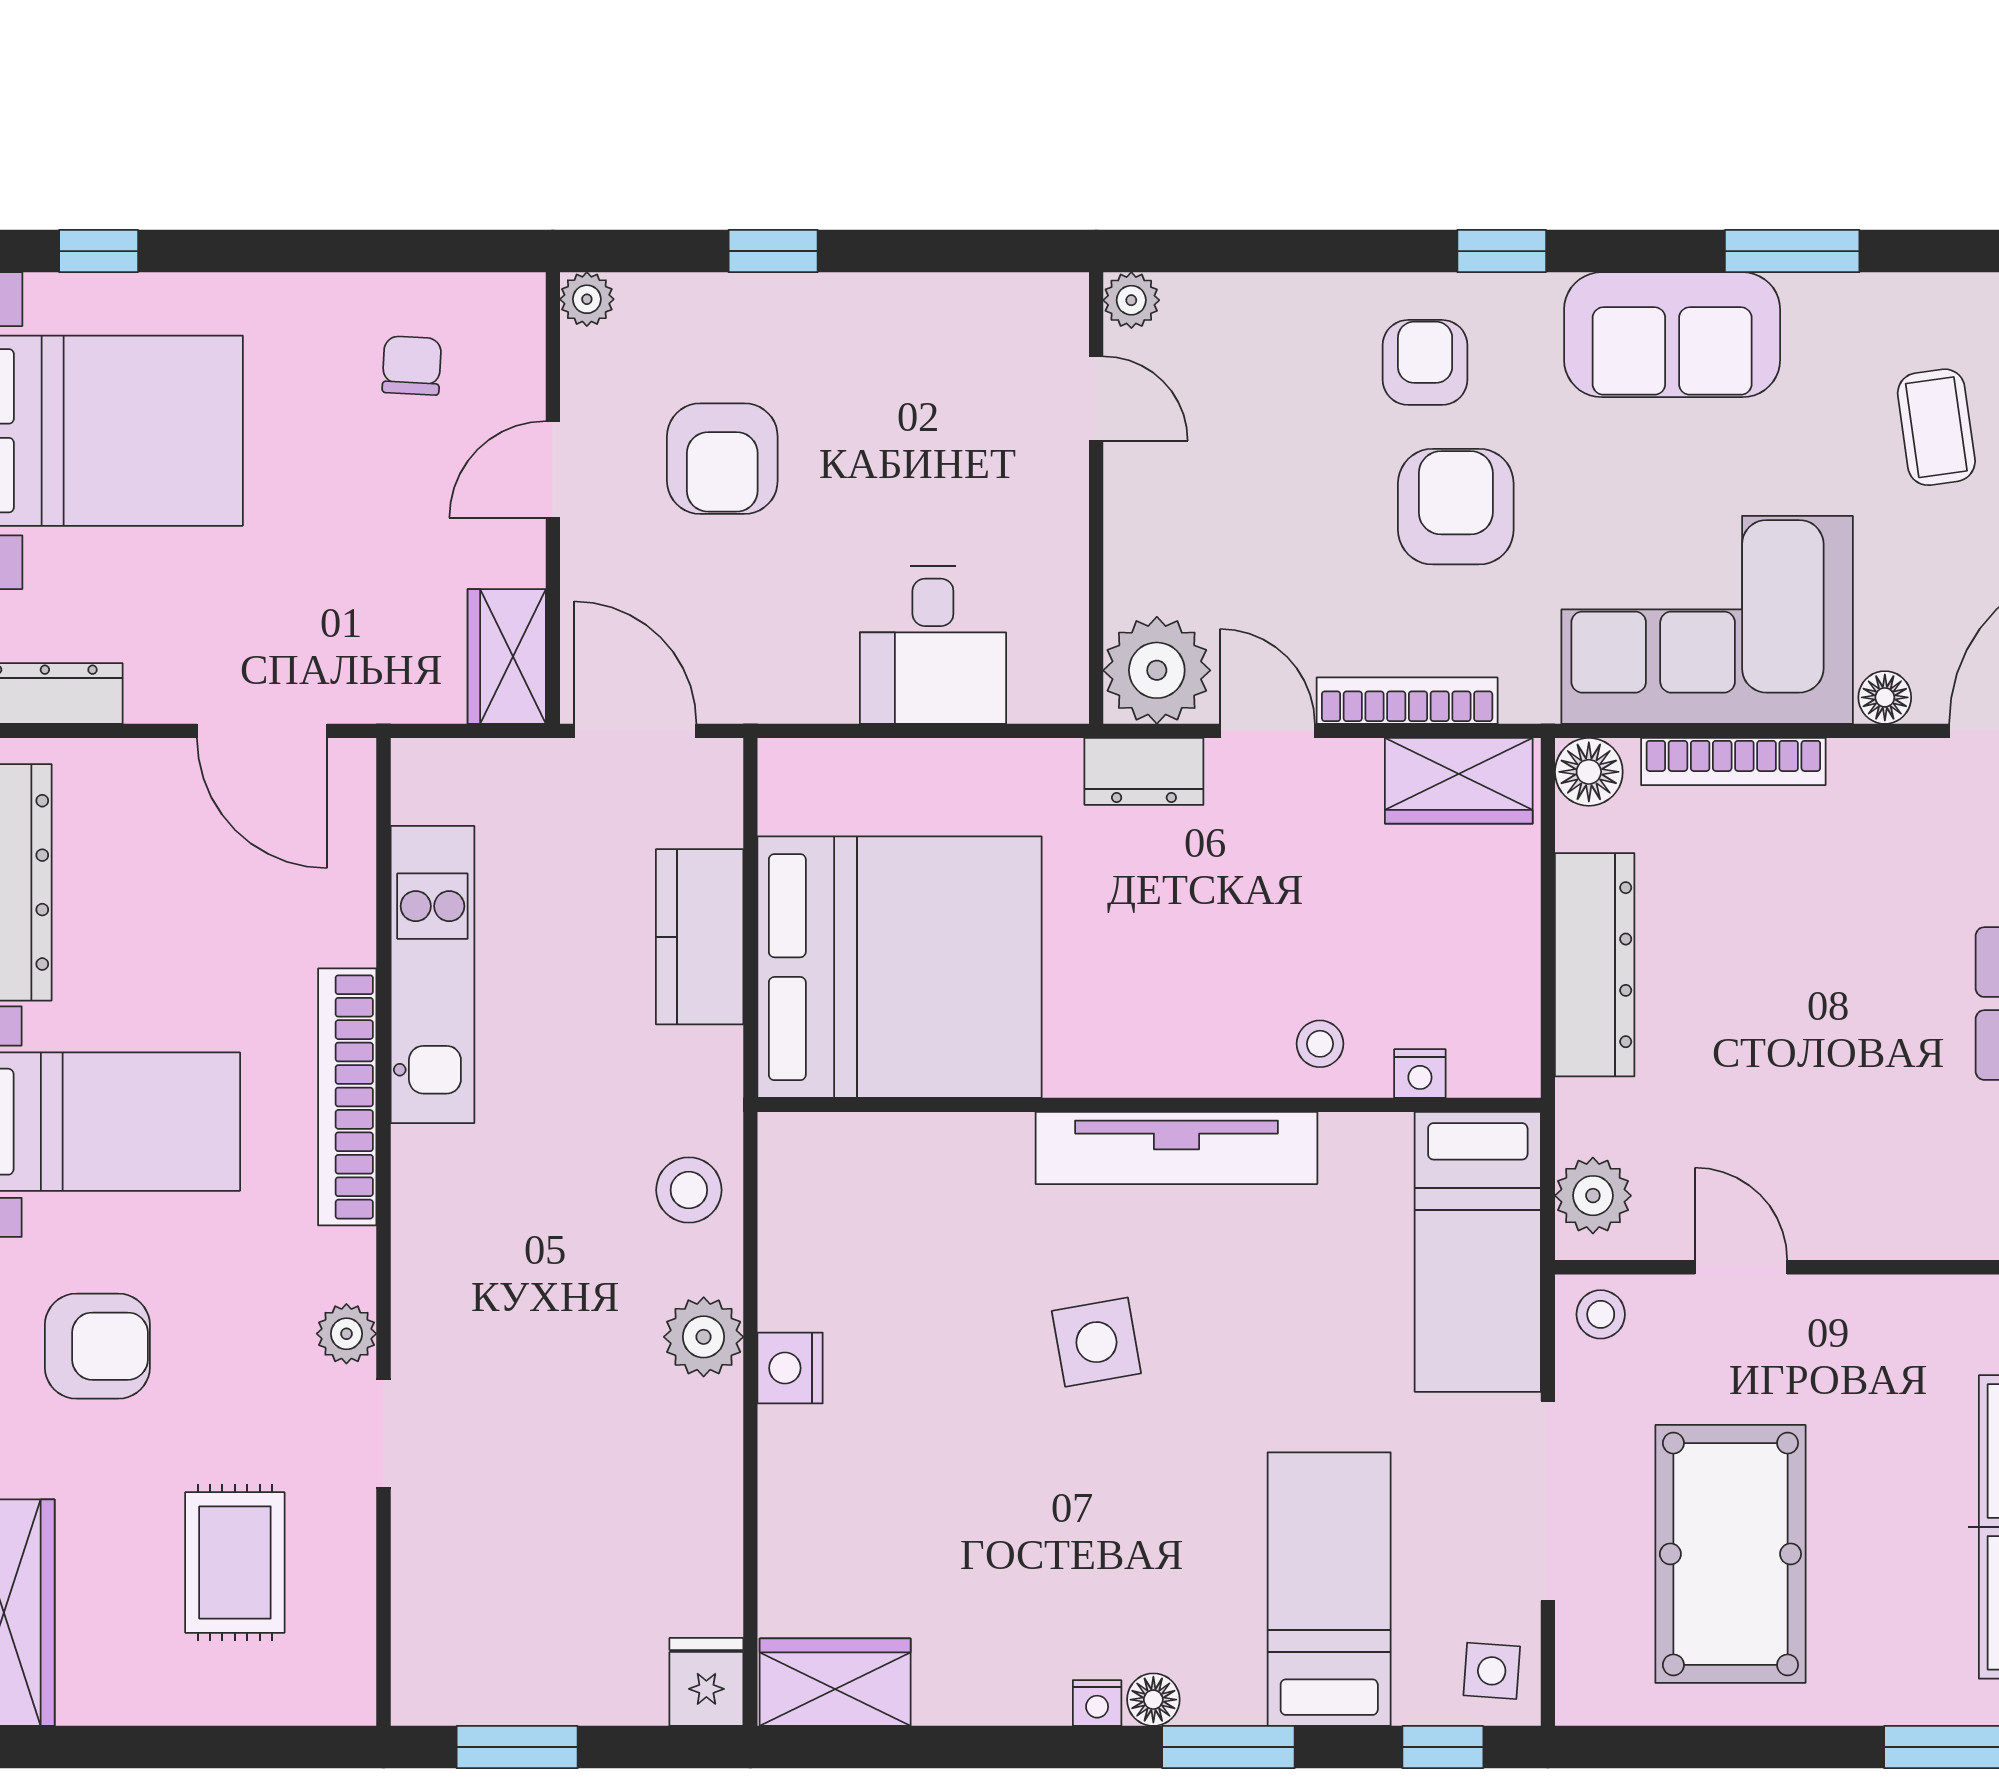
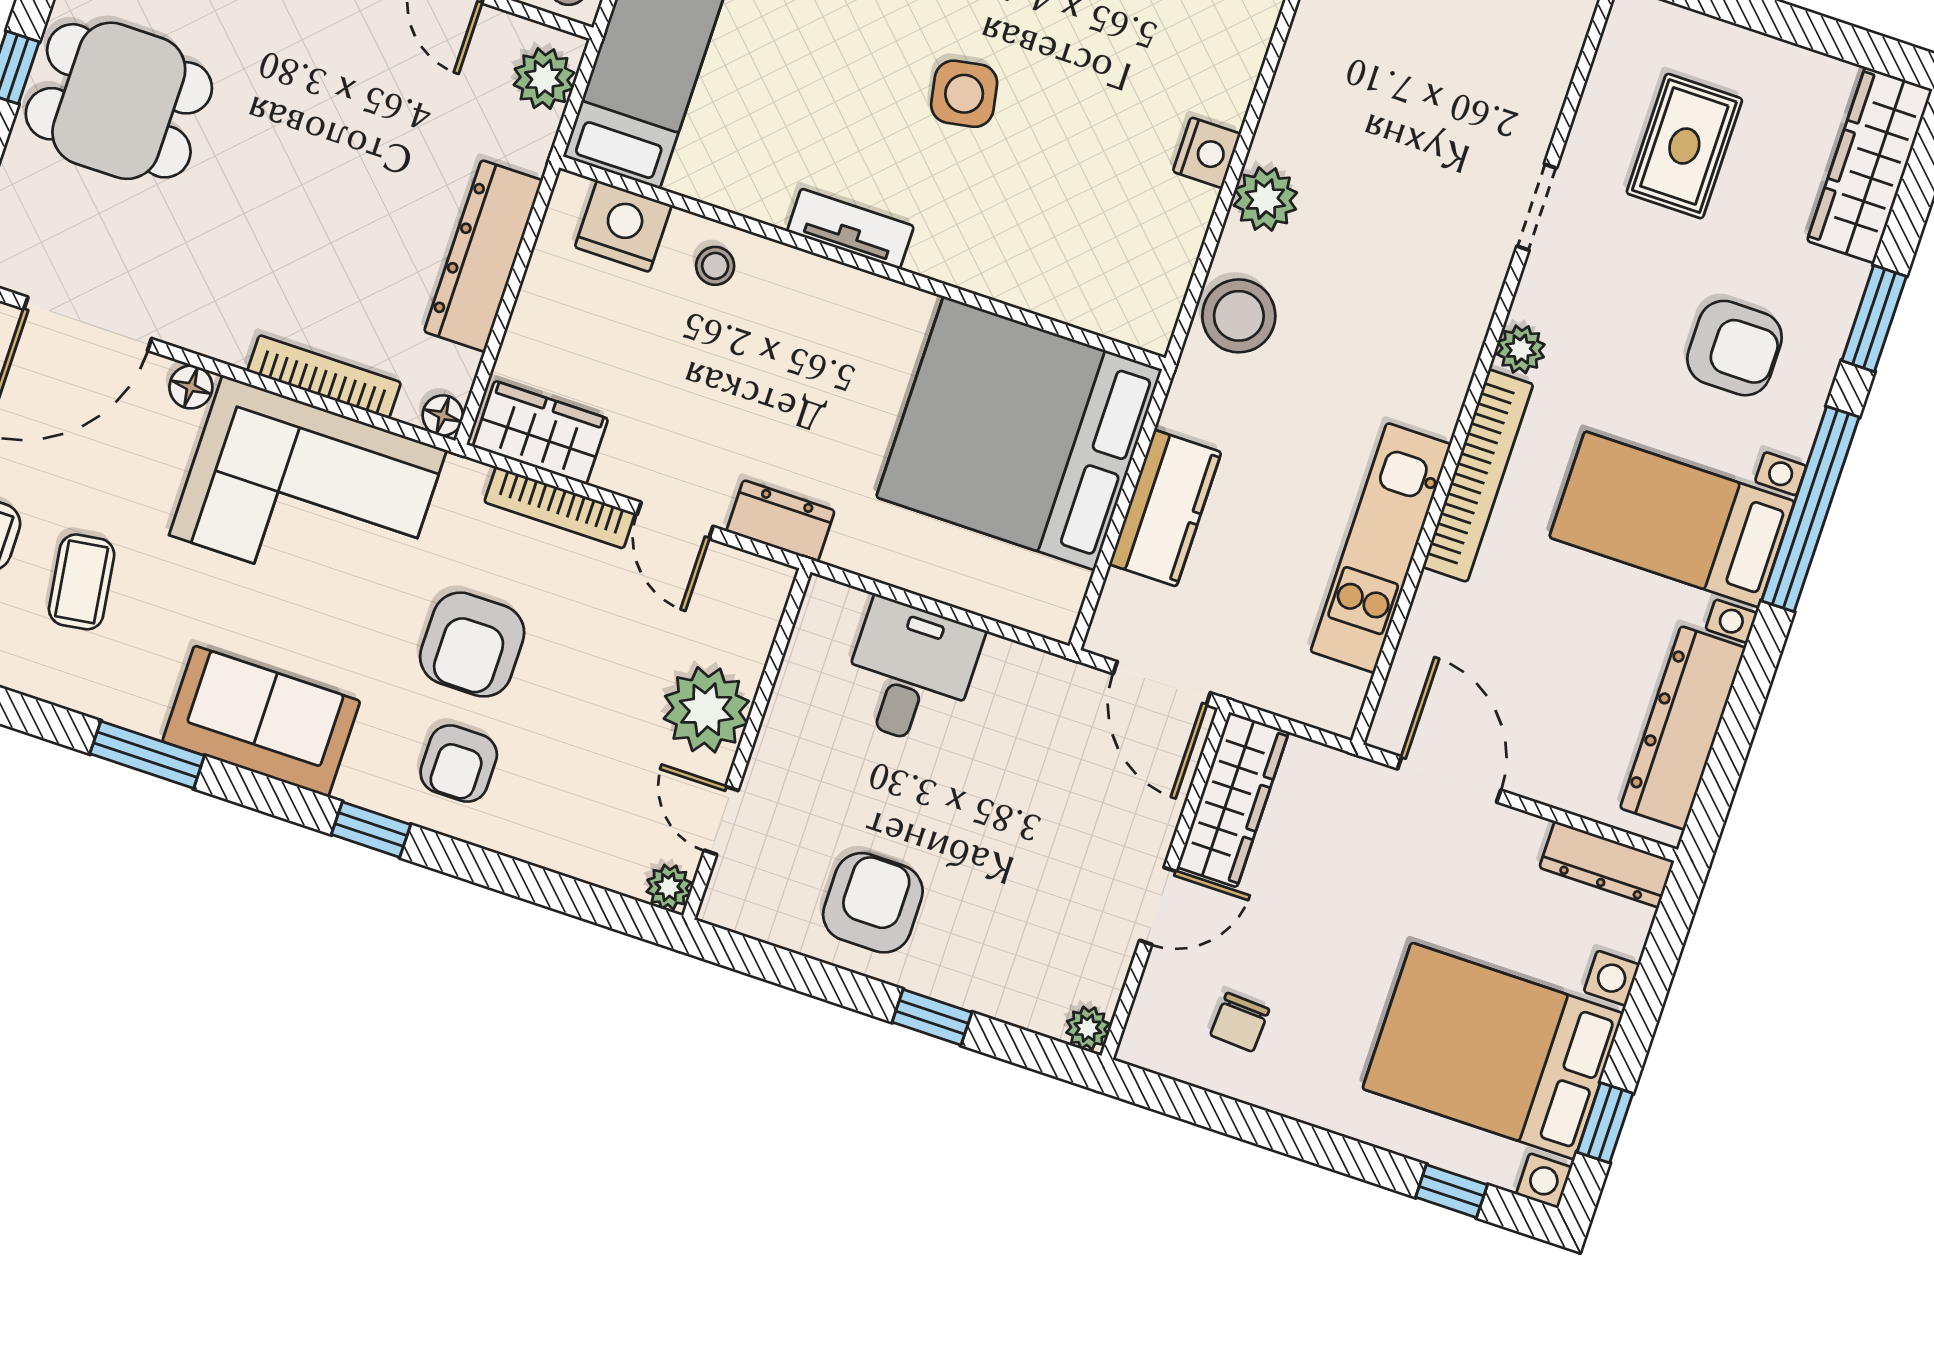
armchair: (722, 459) -> (873, 903), moved
wardrobe: (507, 656) -> (1233, 800), width x1.50
plant: (1157, 670) -> (706, 710), moved
floor lamp: (1589, 772) -> (443, 415), width x0.73, depth x0.73
nightstand: (1420, 1074) -> (623, 226), width x1.89, depth x1.79
tv unit: (1176, 1148) -> (850, 229), width x0.52, depth x0.78
stool: (689, 1190) -> (1239, 316), width x1.38, depth x1.38
plant: (346, 1334) -> (1521, 349), moved
armchair: (97, 1346) -> (1735, 348), turned 180

